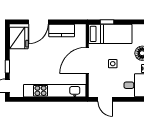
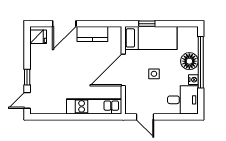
fridge: (19, 38) -> (38, 37), width x0.53, depth x0.75
kitchen unit: (55, 91) -> (94, 106), width x0.73

